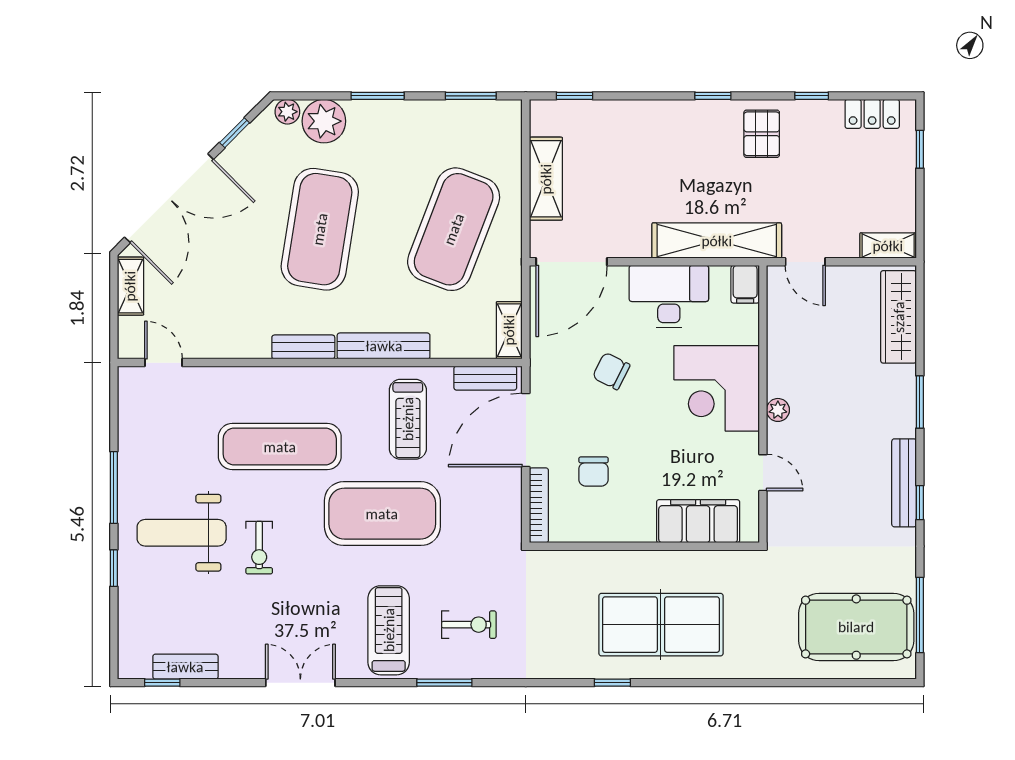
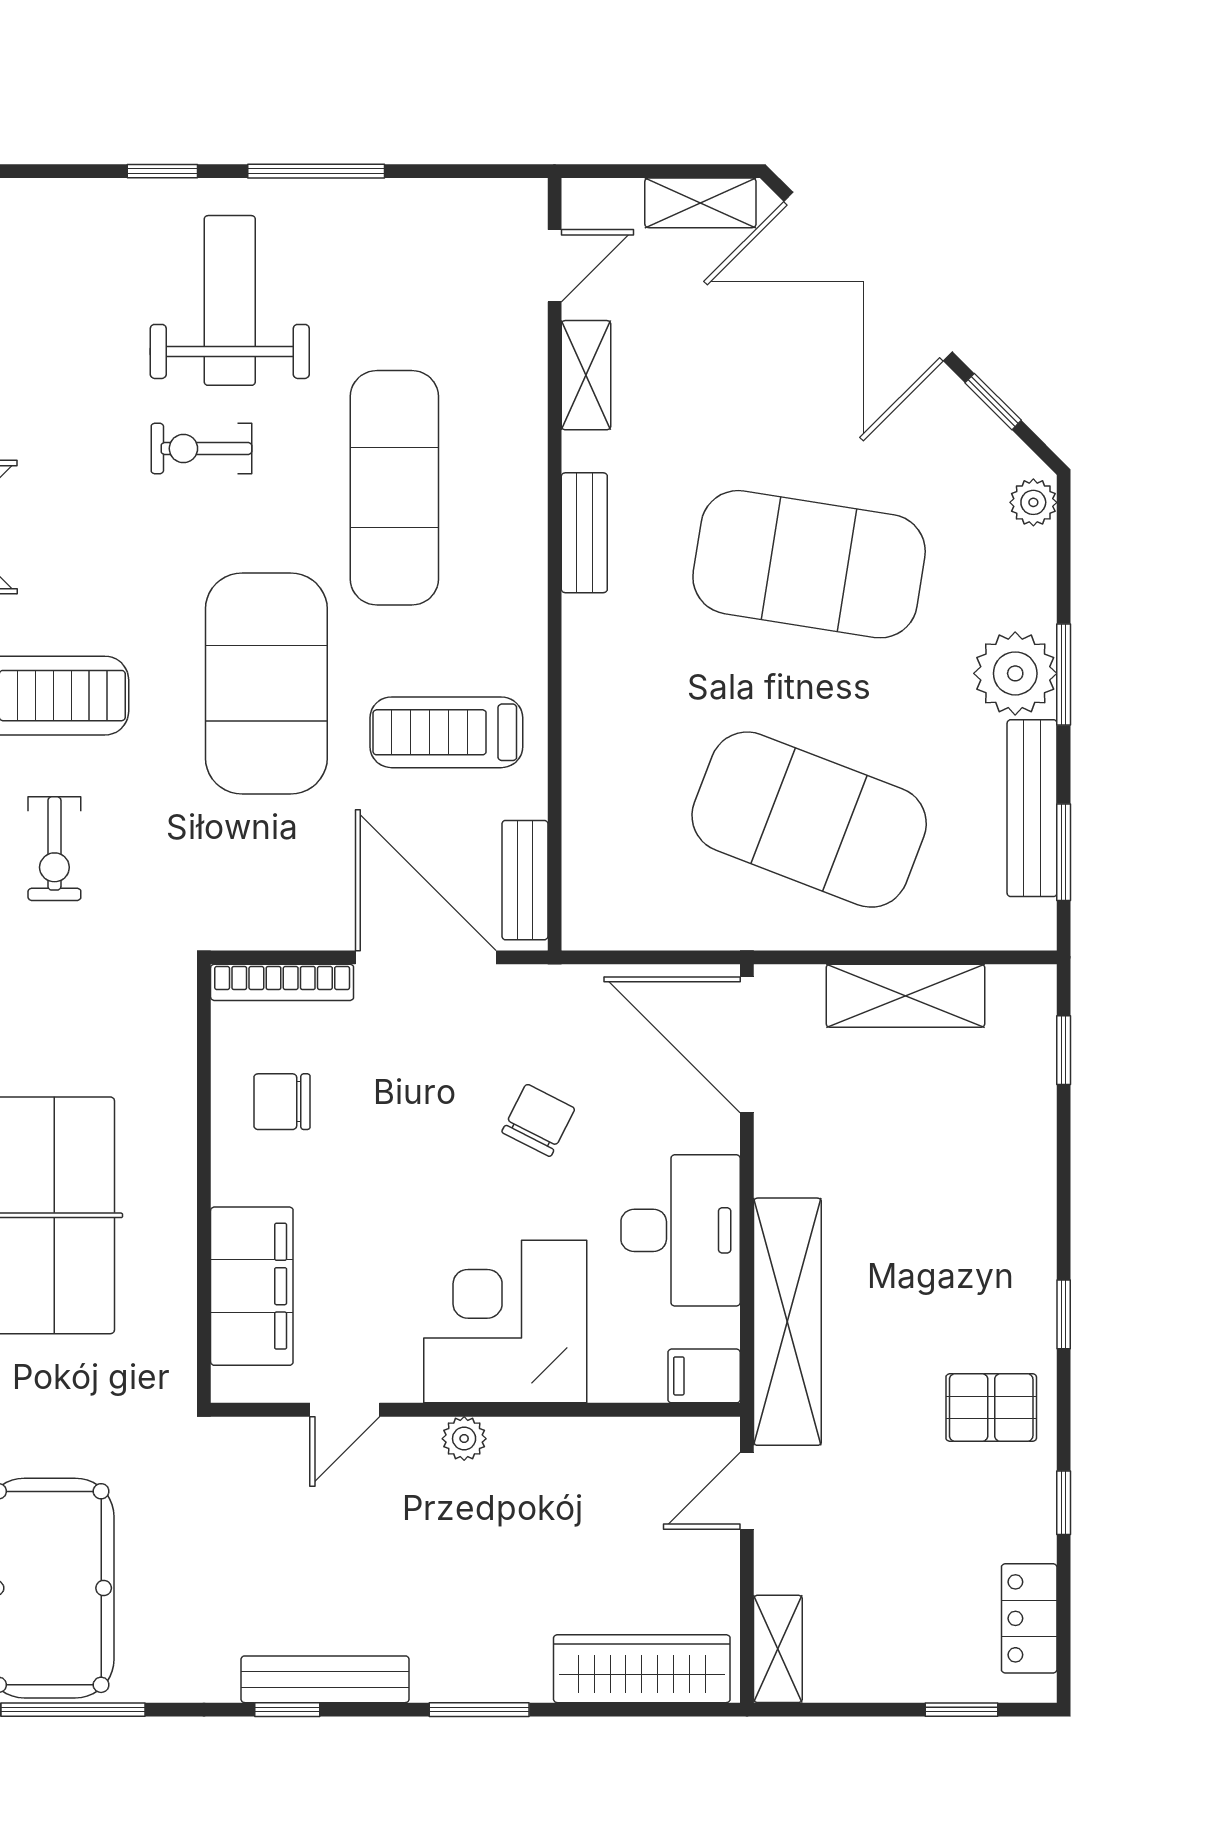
plant: (324, 121) -> (1015, 673), moved
shelving: (509, 330) -> (586, 375), moved, turned 90
bench: (384, 346) -> (1032, 808), moved
chair: (594, 472) -> (282, 1102), moved

